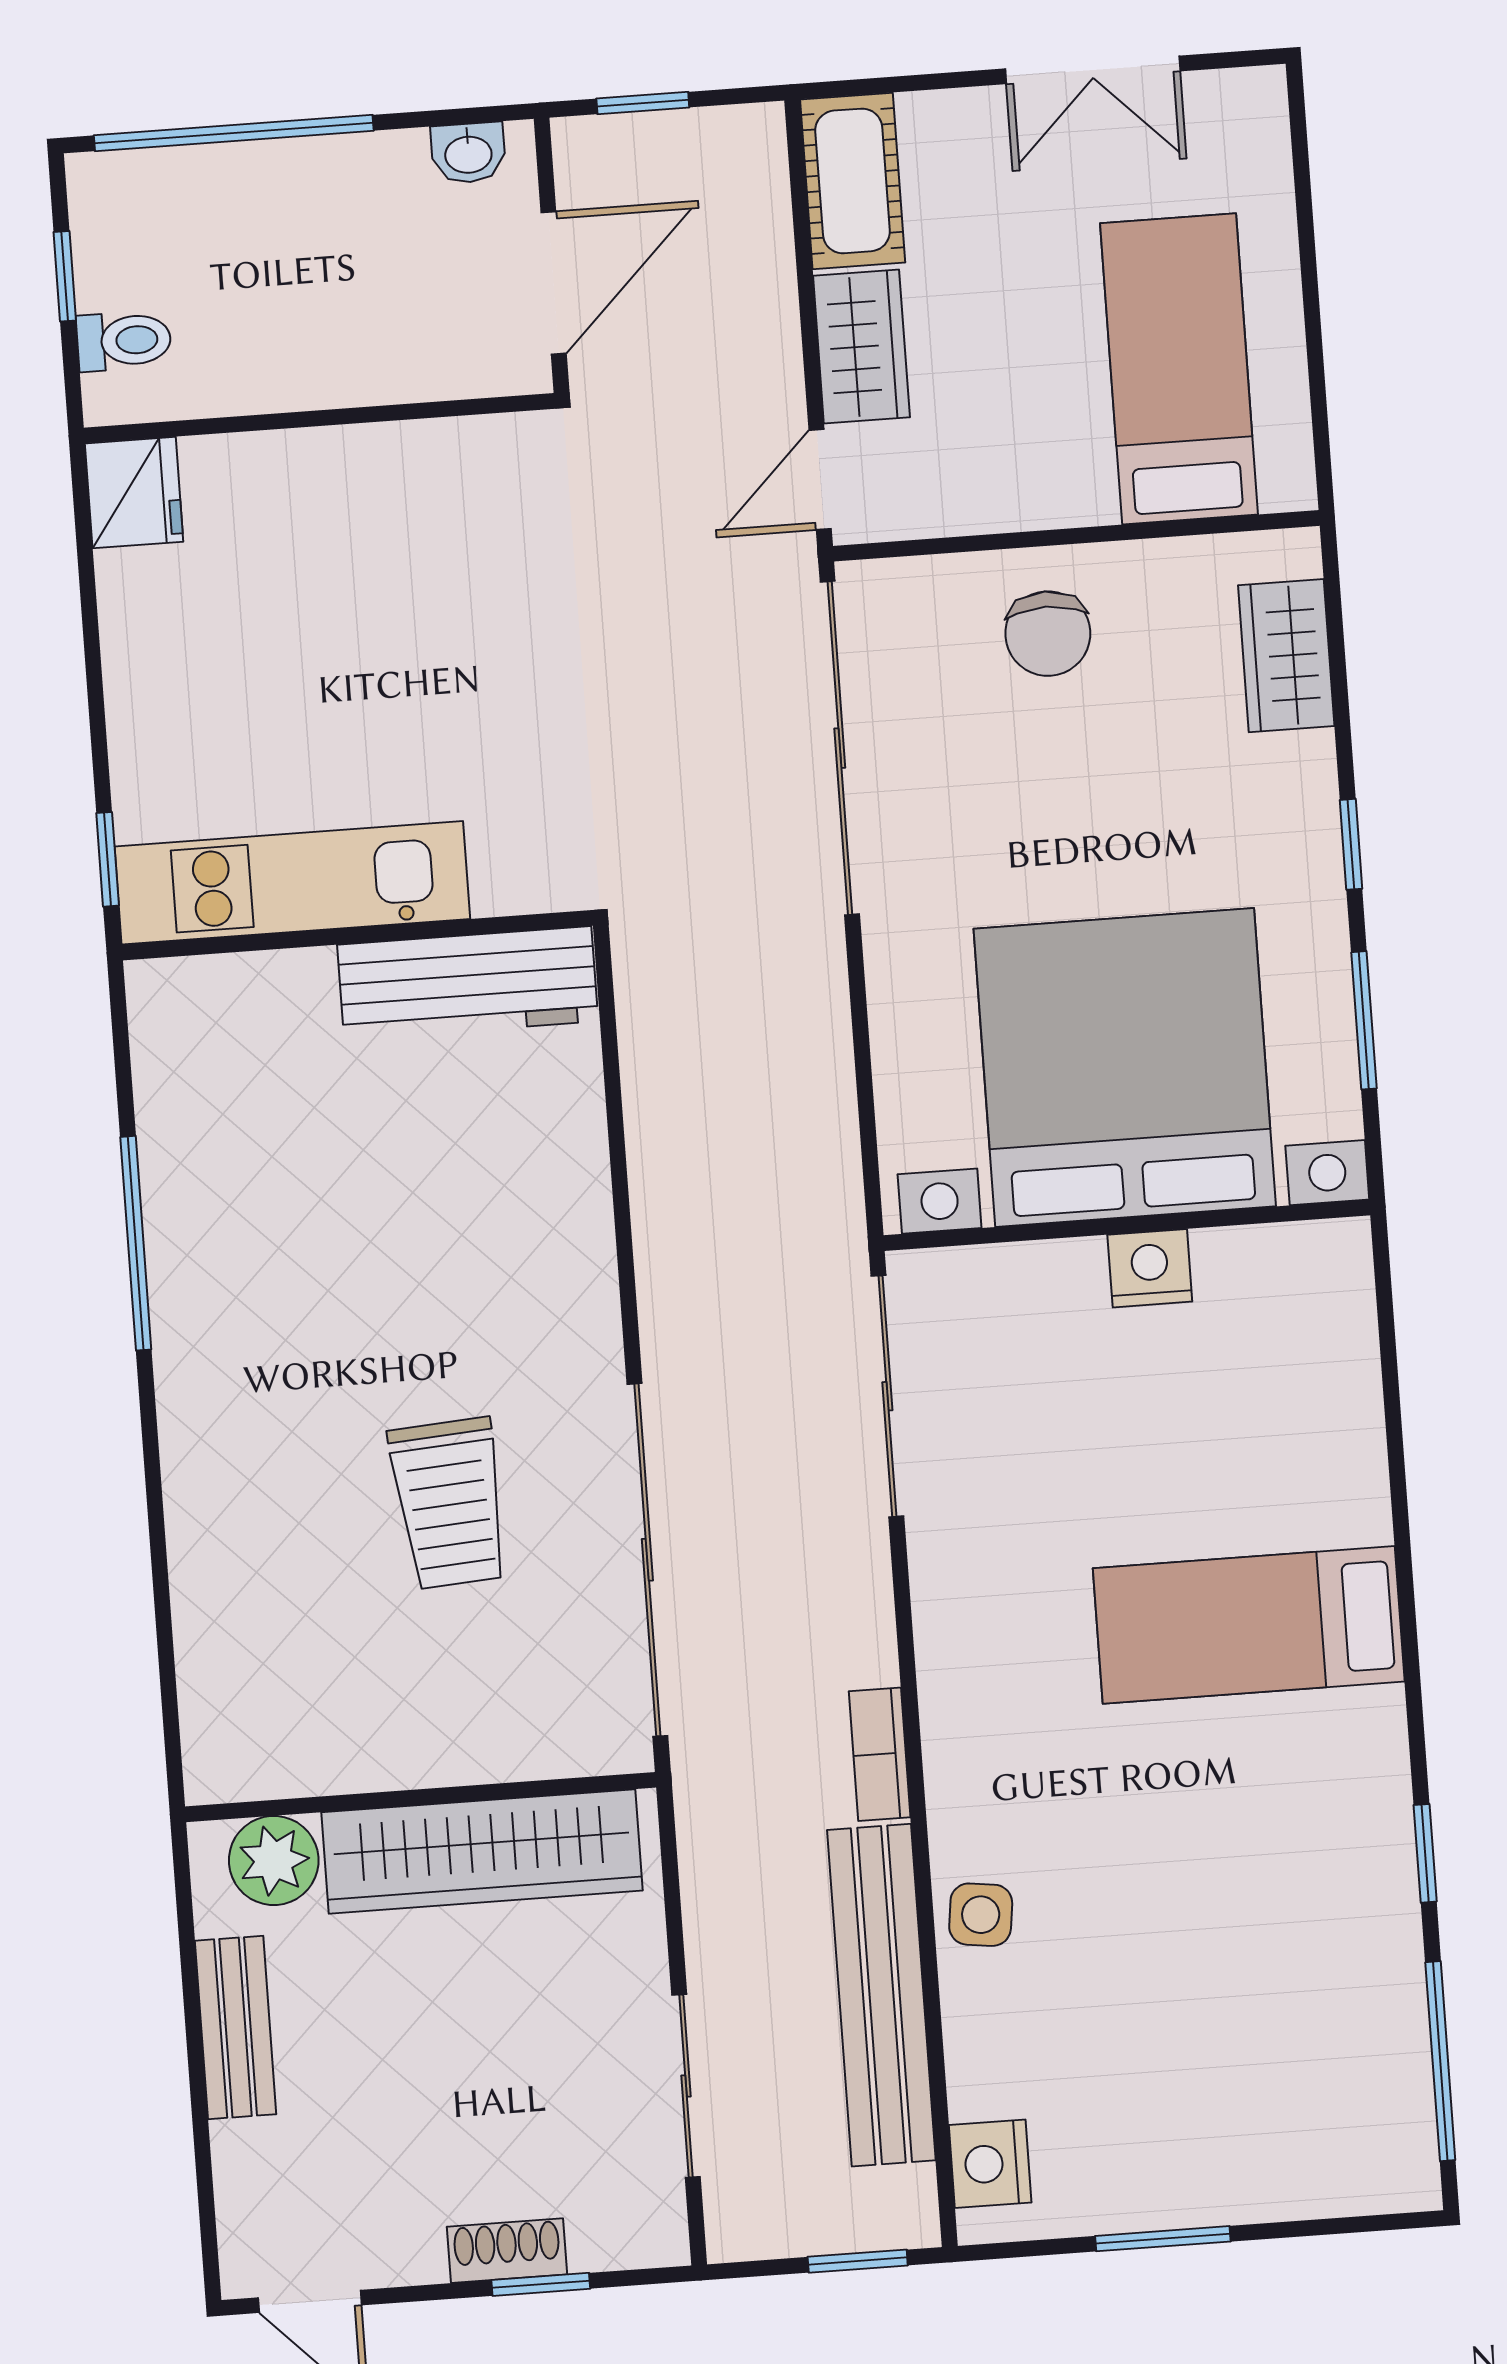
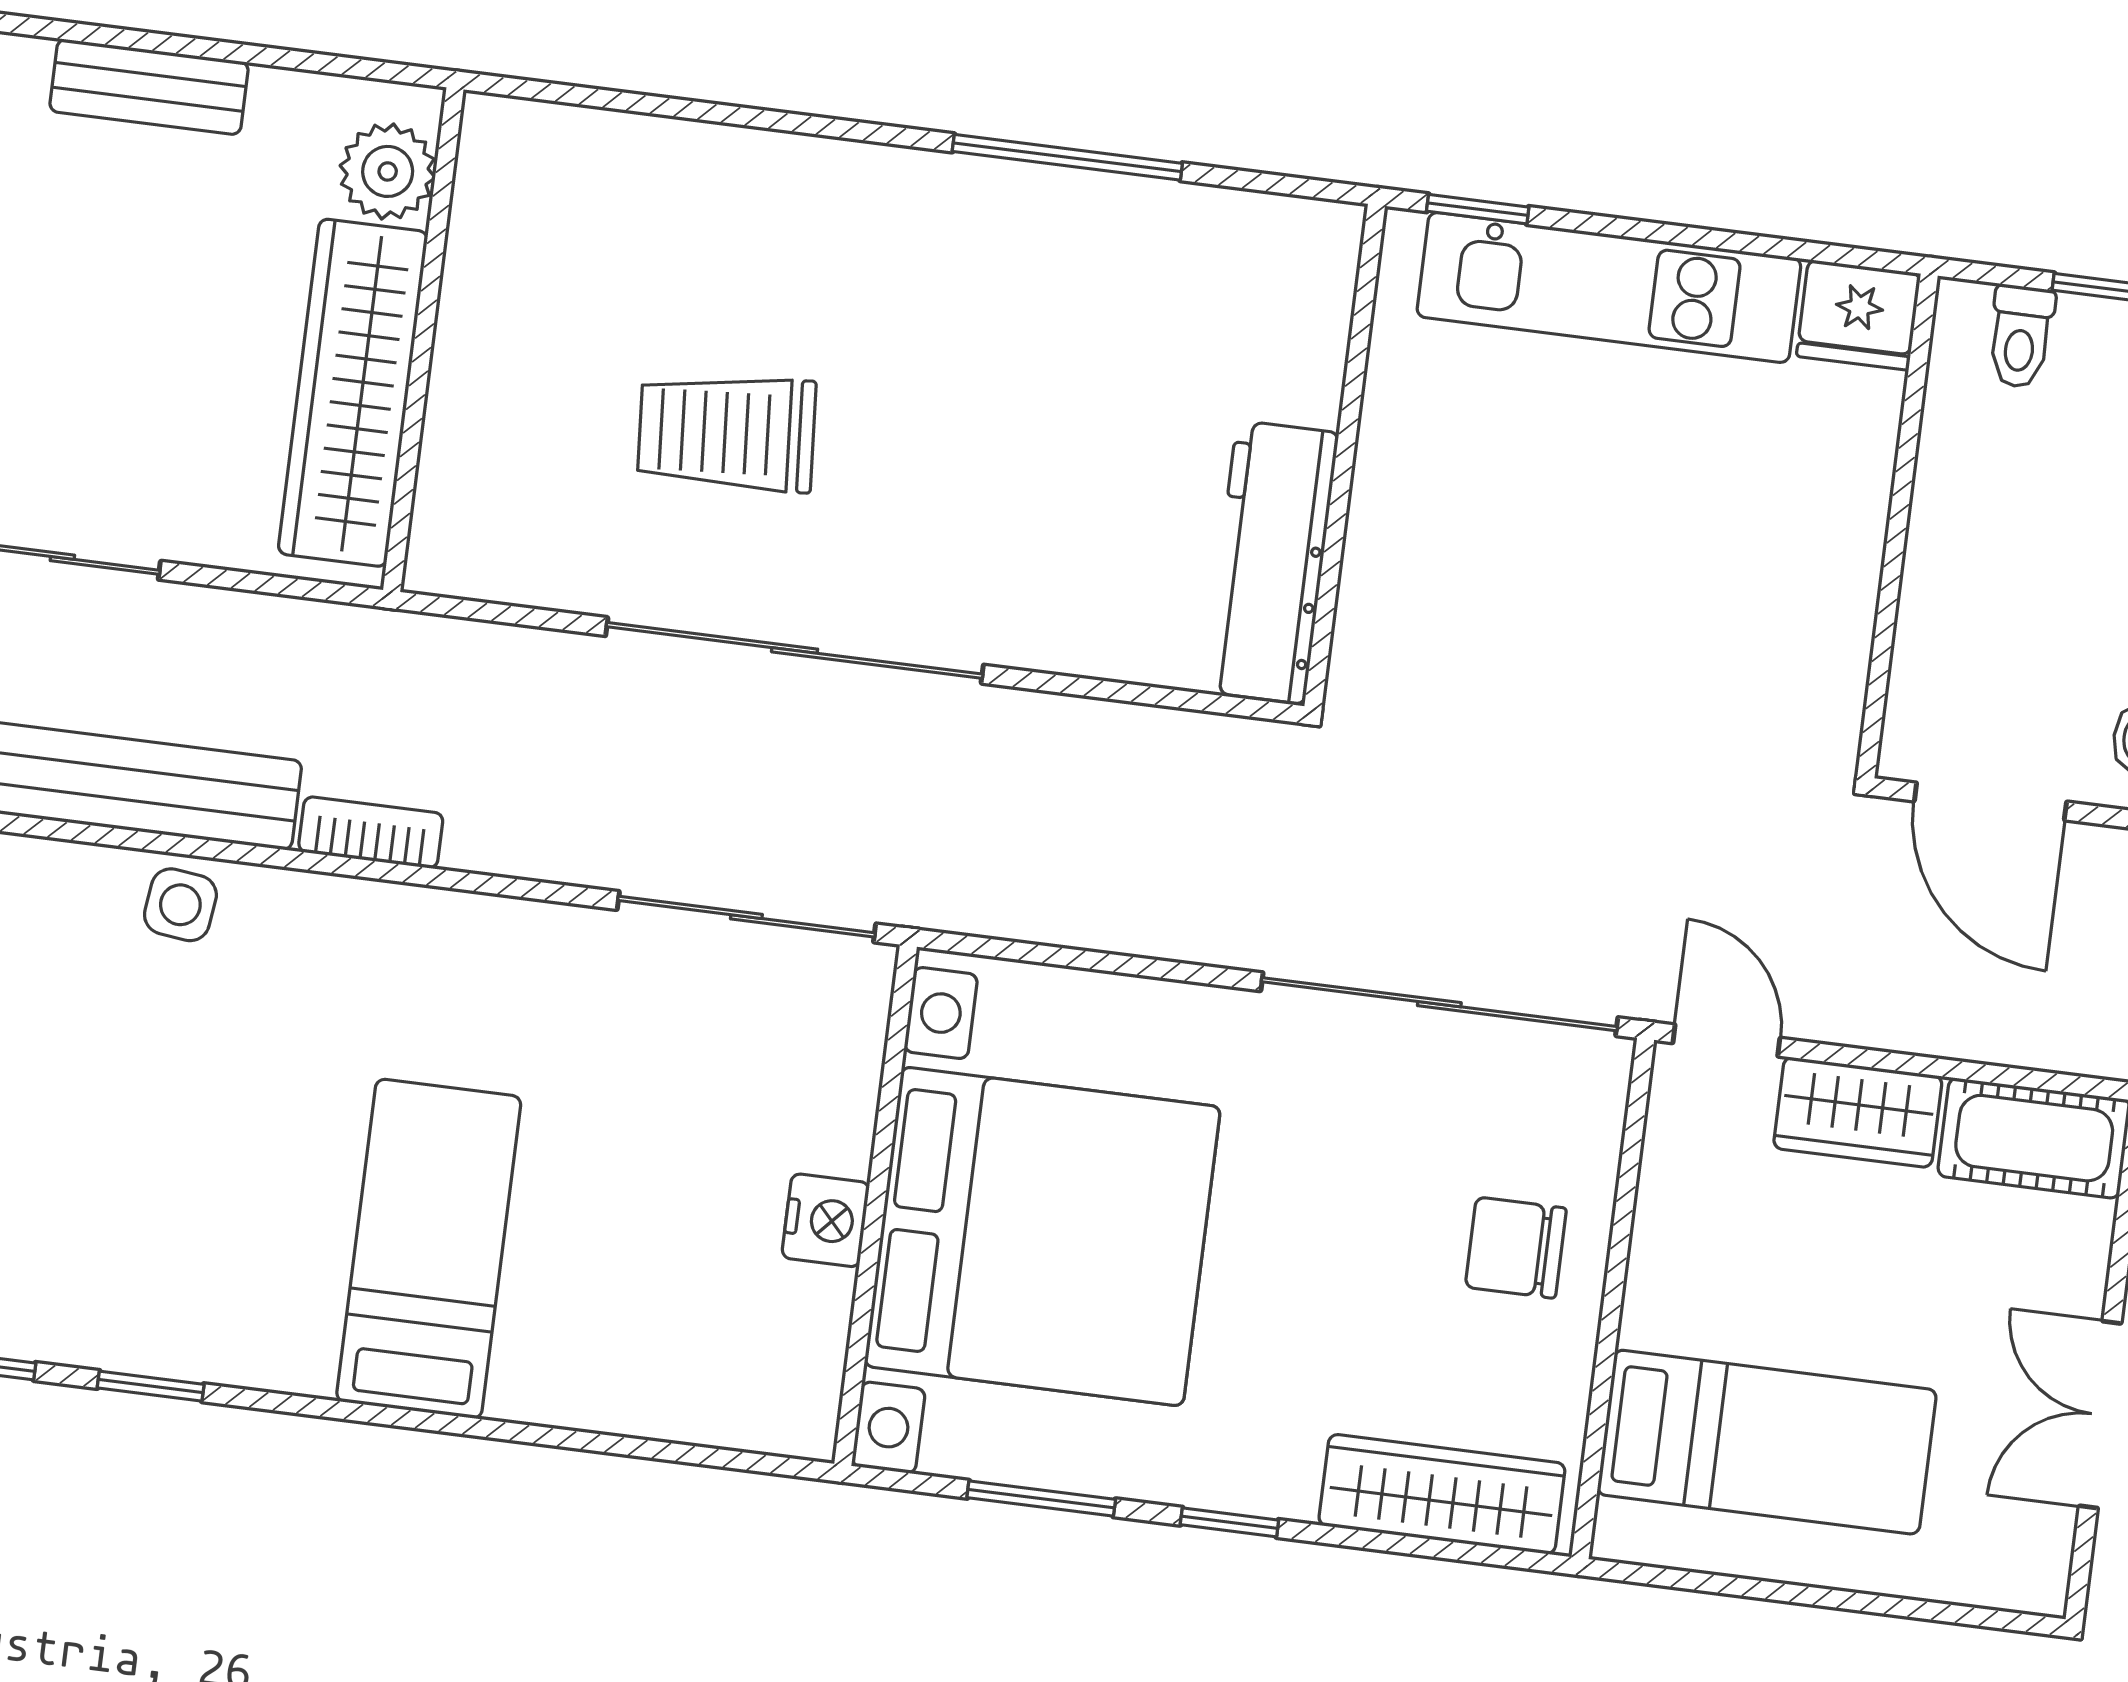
wardrobe: (1286, 656) -> (1442, 1494), width x1.50
kitchen unit: (292, 883) -> (1609, 288), moved, turned 90
sliding door: (647, 1560) -> (795, 650), moved
bench: (236, 2027) -> (149, 87), moved

